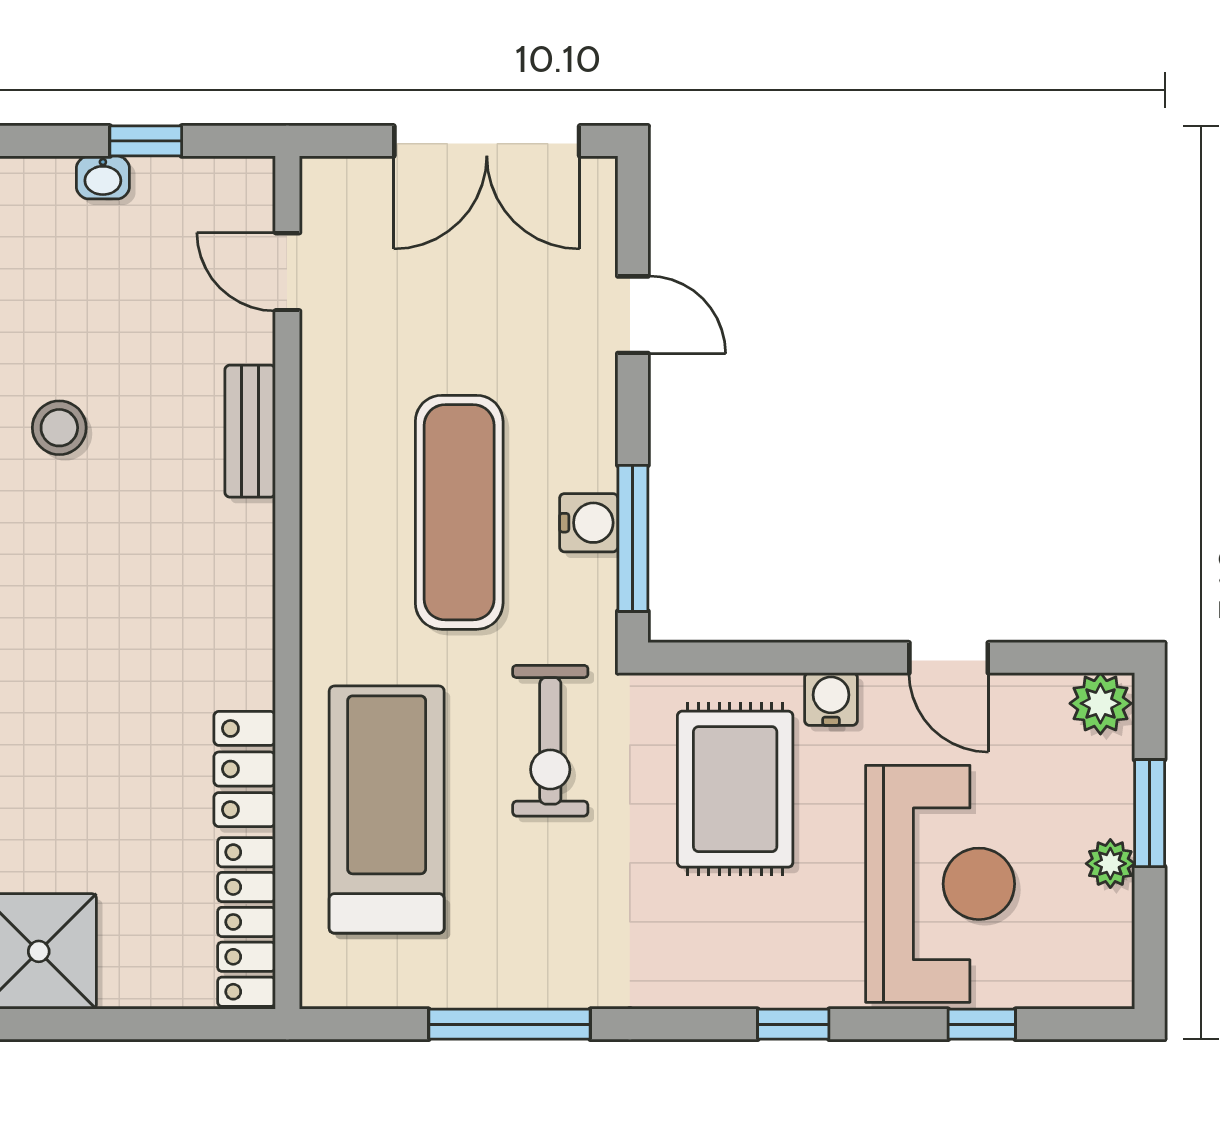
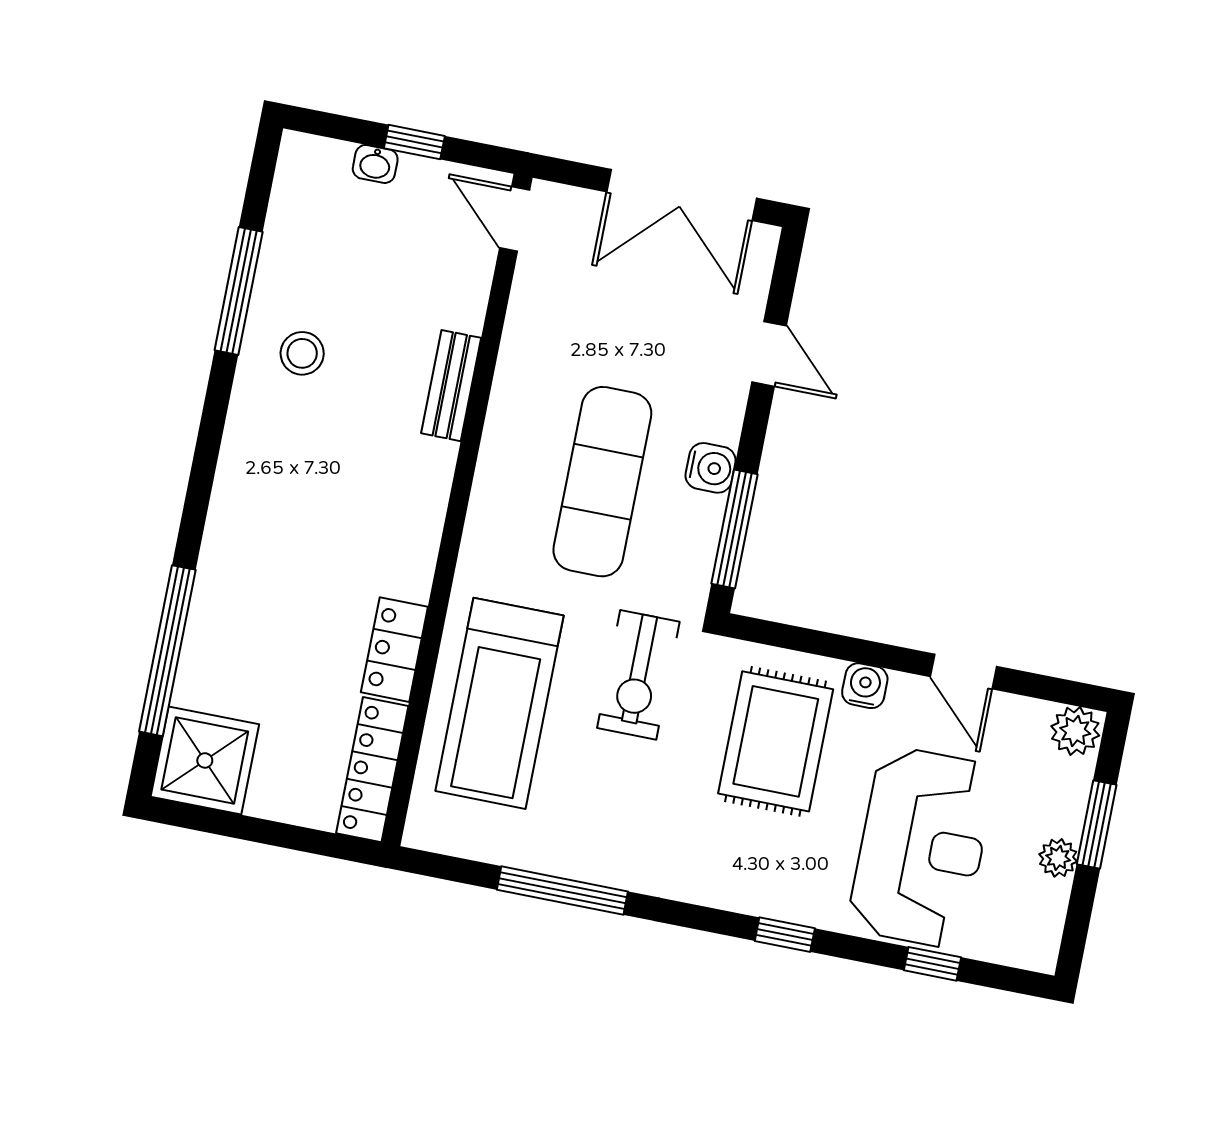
door: (287, 272) -> (515, 219), moved
water cooler: (589, 523) -> (711, 468), moved
treadmill: (387, 810) -> (499, 703), turned 180

